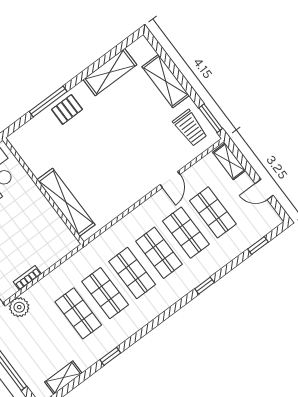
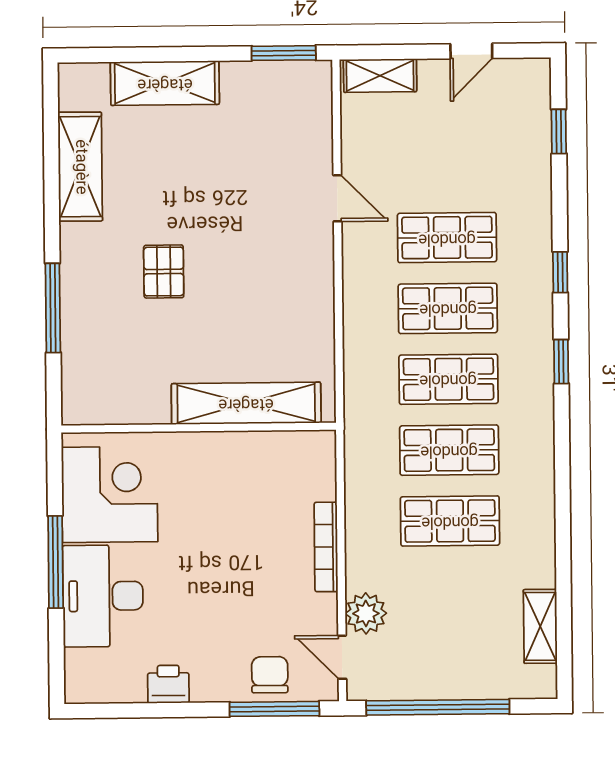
pallet: (67, 109) -> (164, 272), moved
trolley: (190, 128) -> (275, 100), removed
shop shelf: (213, 212) -> (446, 167), removed
bookcase: (27, 278) -> (326, 547), width x1.56
window: (110, 356) -> (561, 362), moved

